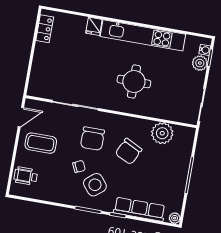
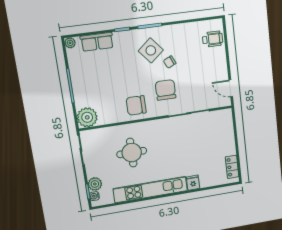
round table: (134, 81) -> (132, 153), moved
door: (21, 117) -> (231, 88), hinge flipped
plant: (162, 133) -> (87, 117), moved
coffee table: (41, 143) -> (208, 72), removed
chair: (129, 151) -> (136, 105), moved, turned -116
row of seats: (139, 209) -> (97, 42), width x0.68

